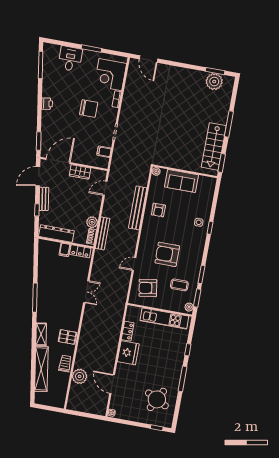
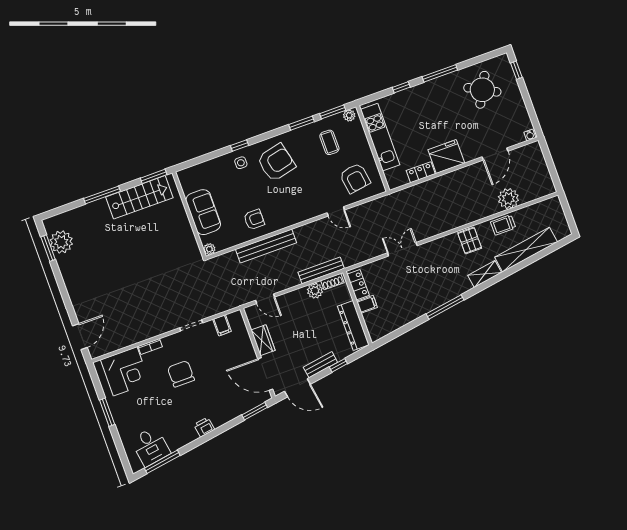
desk: (70, 59) -> (150, 446), moved, turned -99
armchair: (167, 254) -> (276, 163), moved, turned -103

